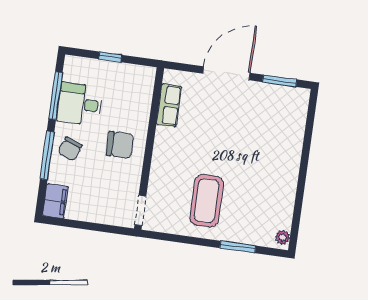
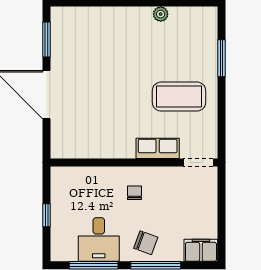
row of seats: (169, 105) -> (158, 148), moved
chair: (120, 145) -> (134, 193), width x0.54, depth x0.54
plant: (282, 237) -> (161, 14), moved

